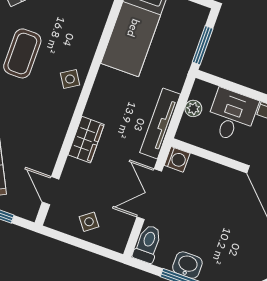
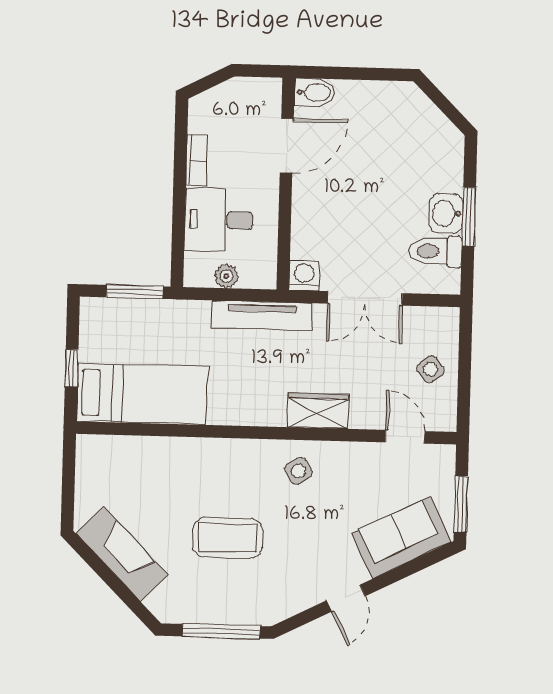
side table: (70, 79) -> (298, 471), moved
door: (51, 191) -> (405, 437), swing flipped
toilet: (148, 244) -> (435, 251), moved

